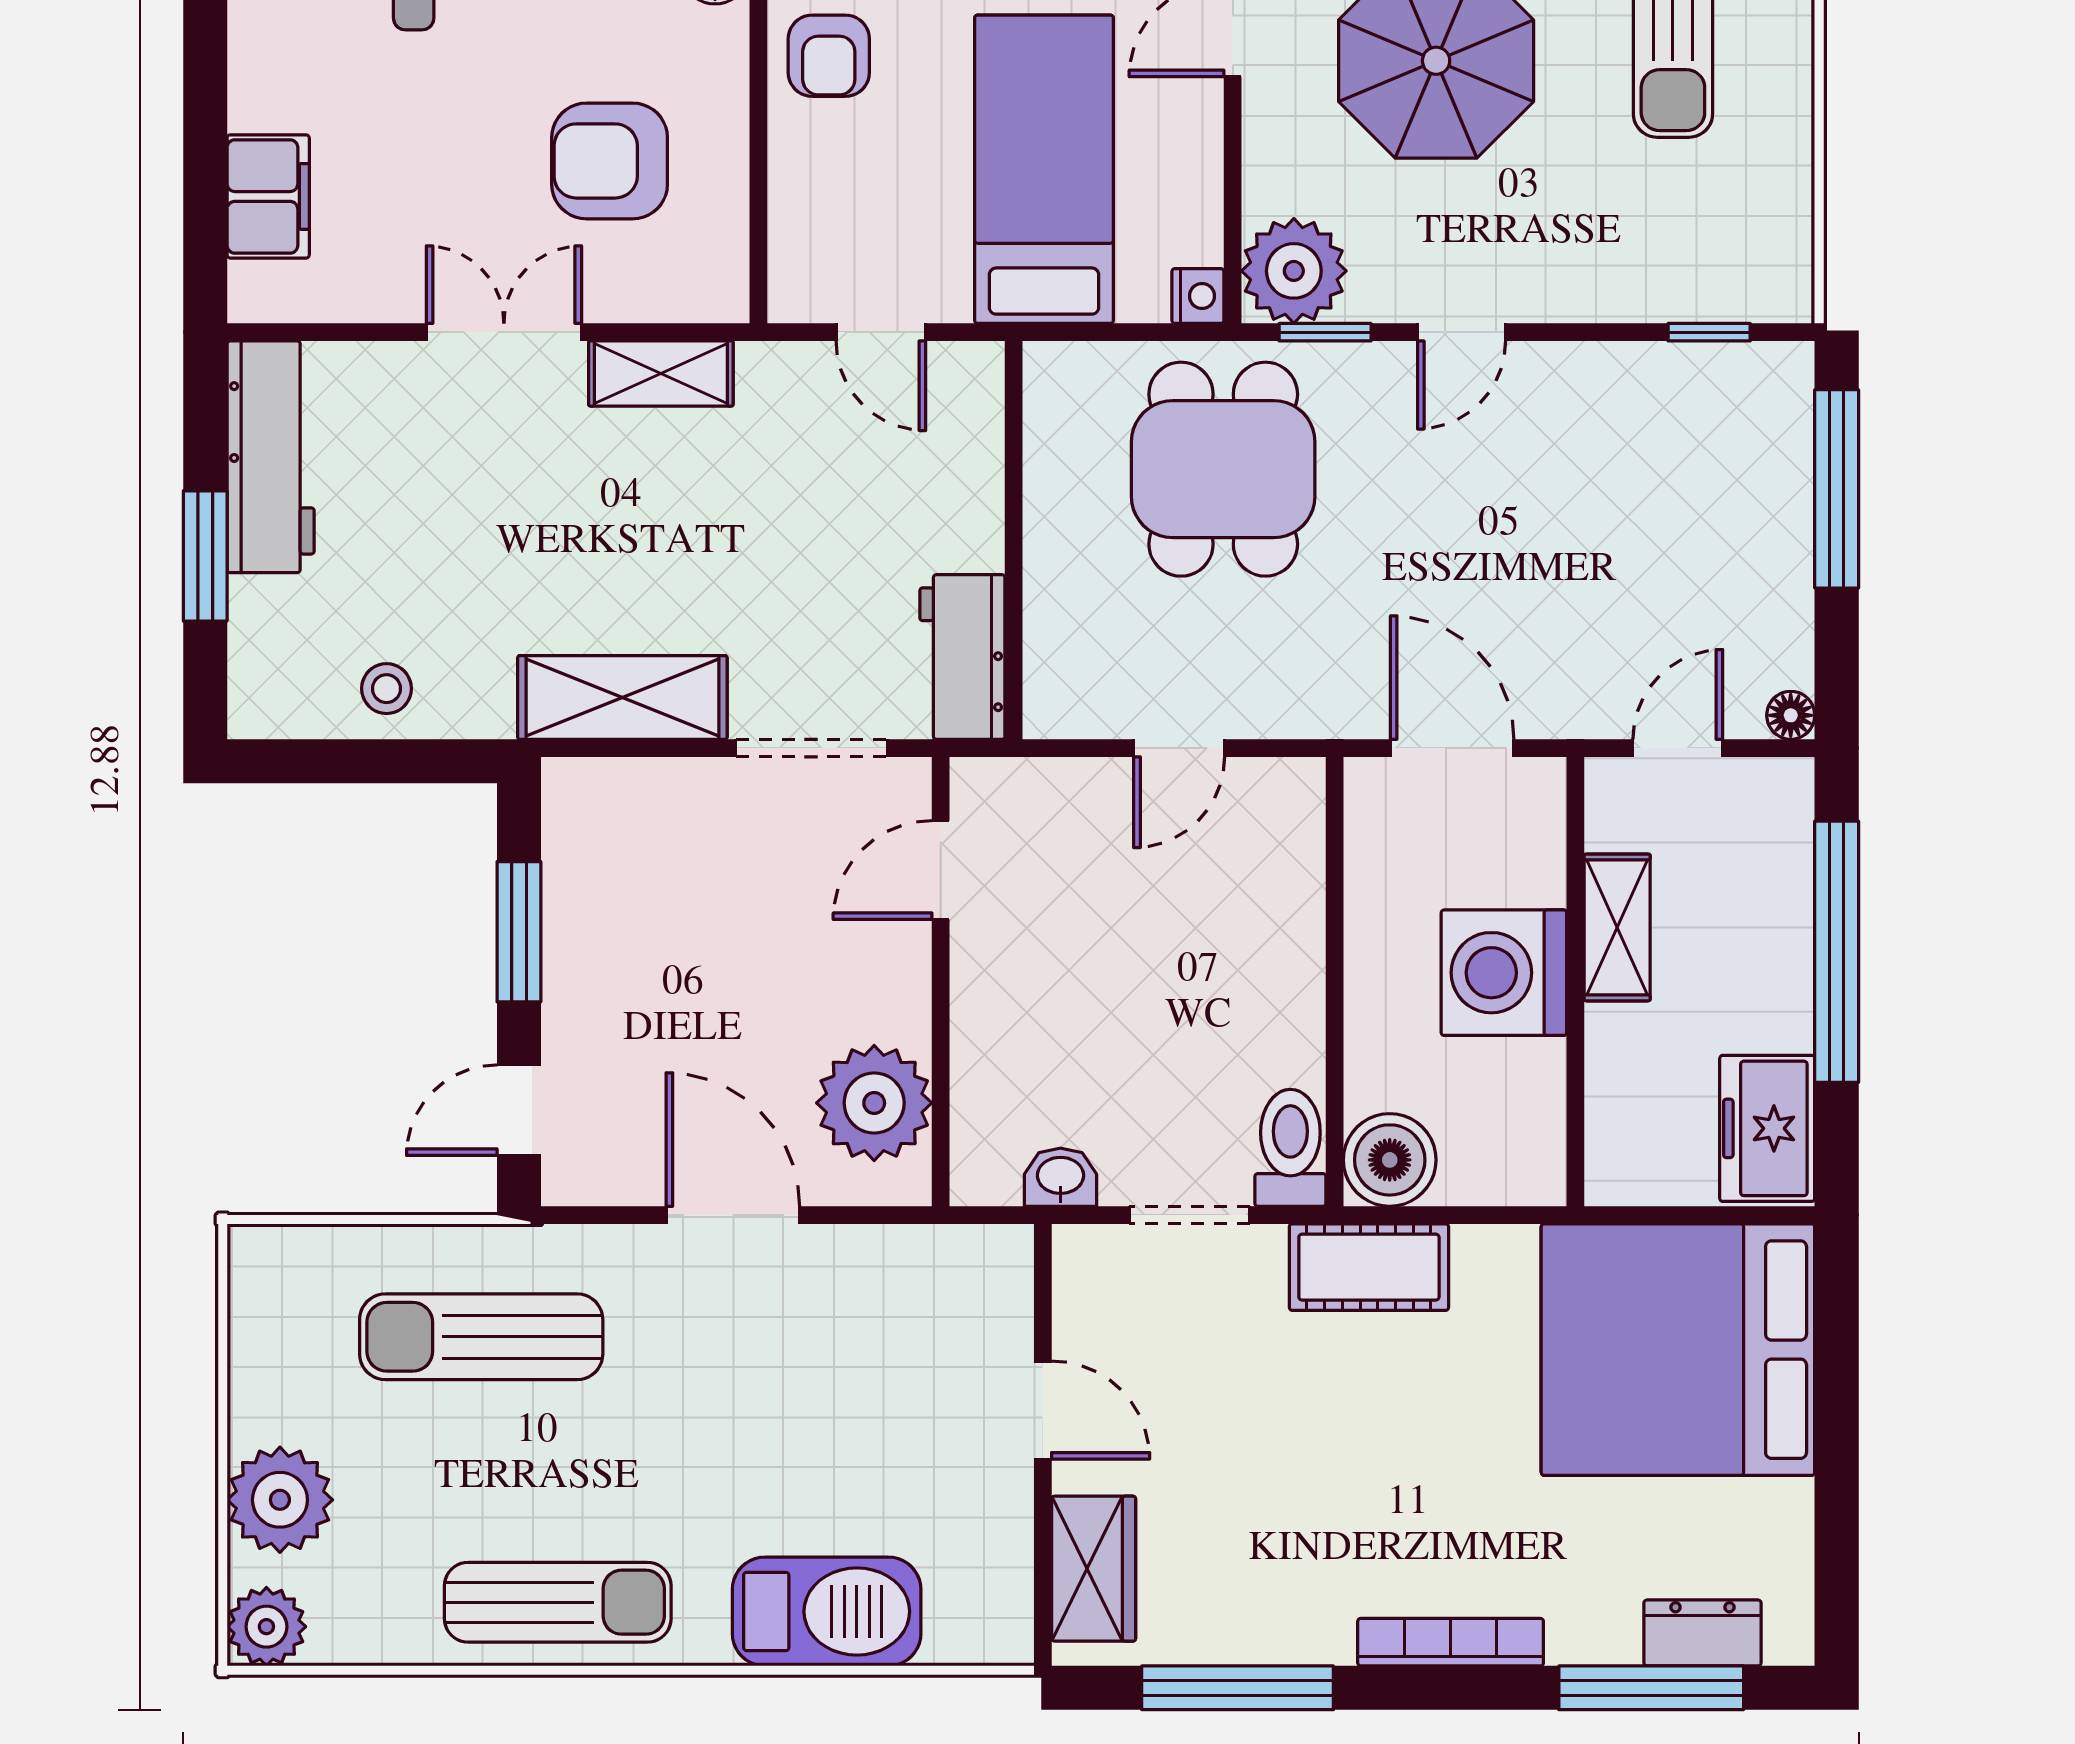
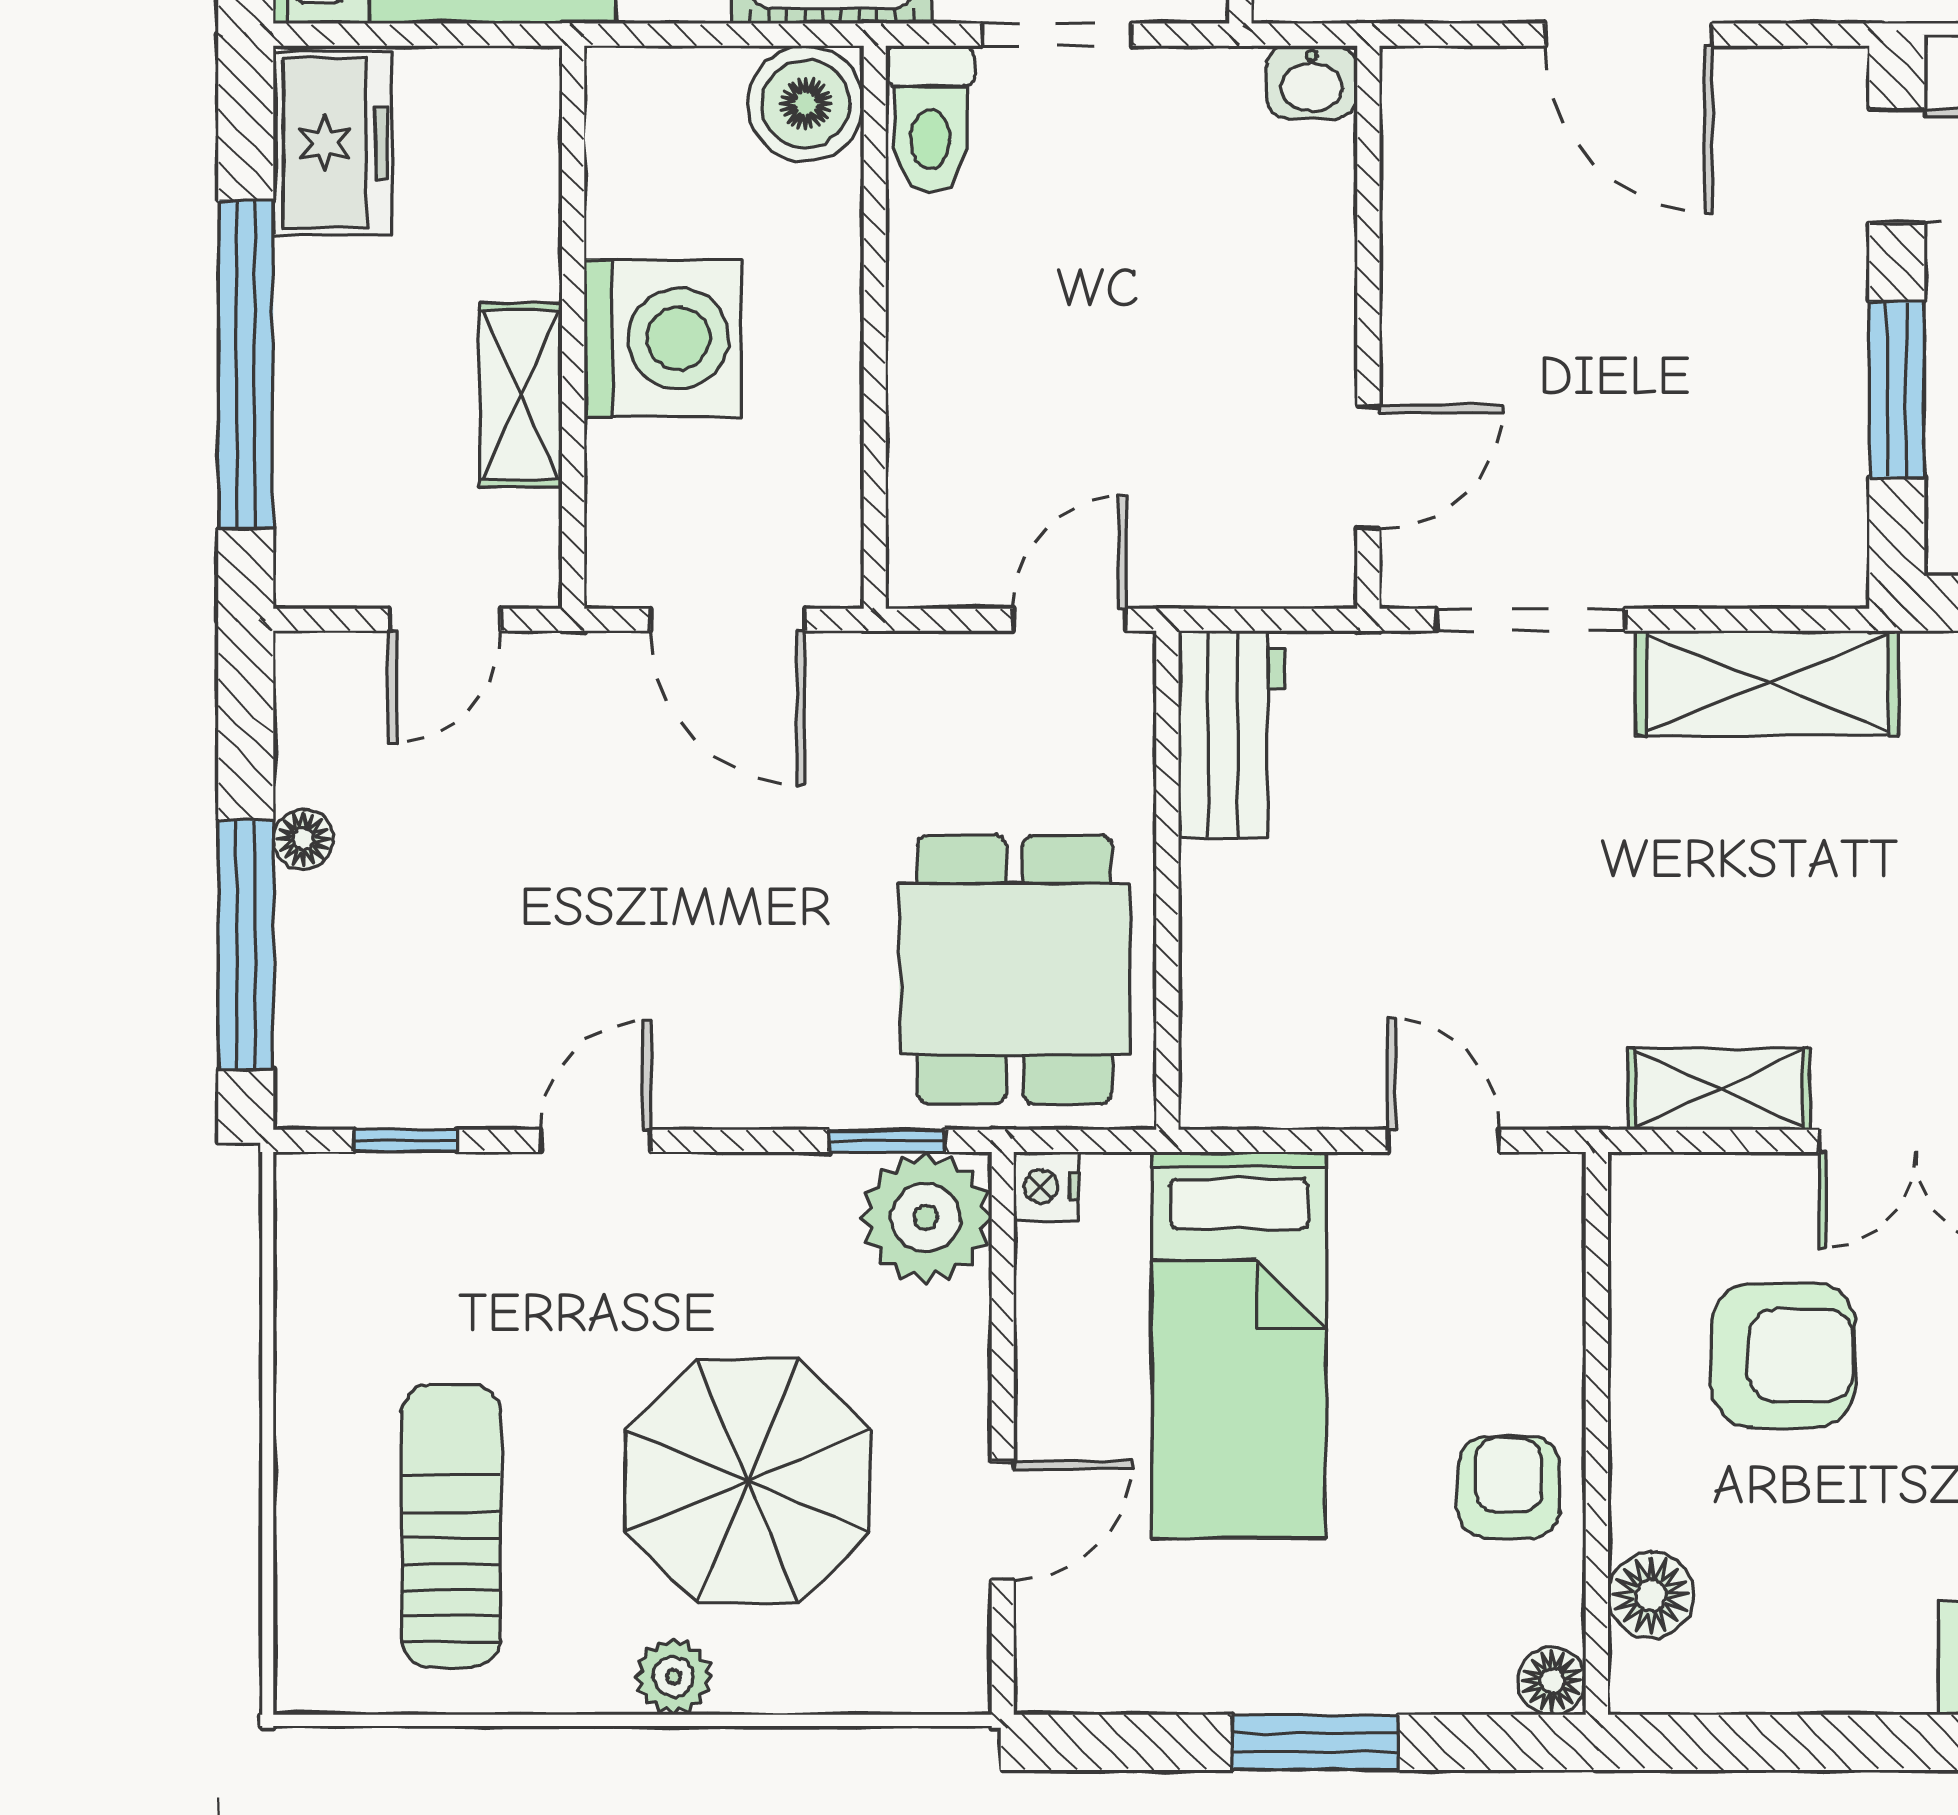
door: (1462, 332) -> (596, 1141), moved
wall: (1014, 540) -> (1167, 880), moved
workbench: (962, 657) -> (1232, 734), moved
floor lamp: (1791, 715) -> (303, 839), moved
plant: (874, 1103) -> (1452, 175), removed
washbasin: (1060, 1177) -> (1312, 82), moved

